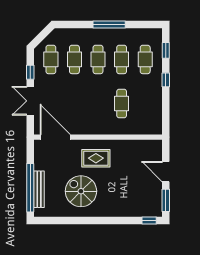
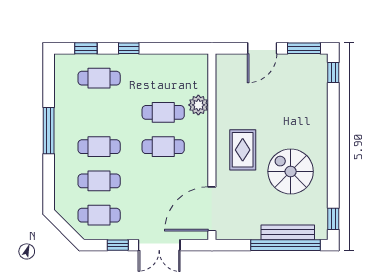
cafe table: (122, 59) -> (163, 147), moved
plant: (127, 128) -> (198, 105), added
spiral stairs: (81, 191) -> (291, 171), turned 90
window: (48, 221) -> (333, 219), added

